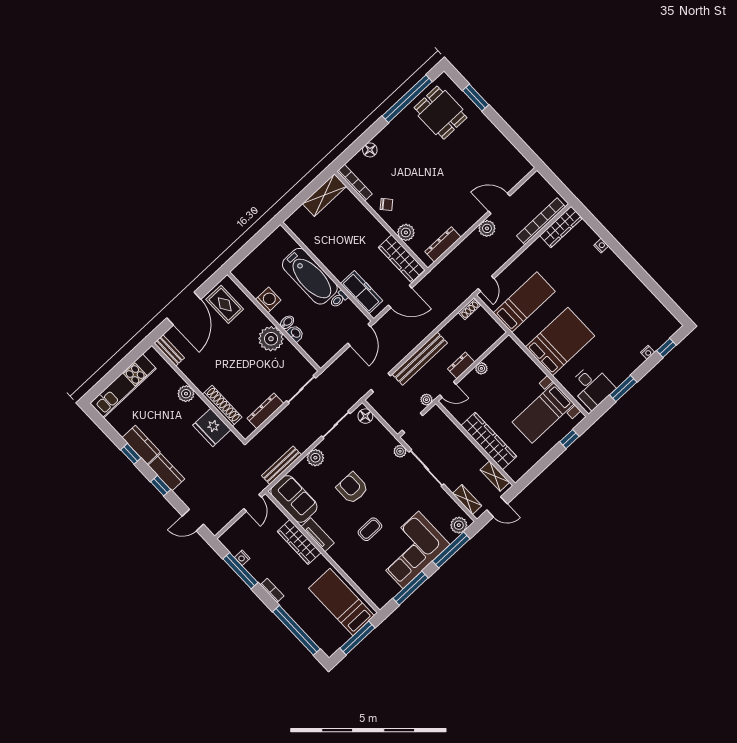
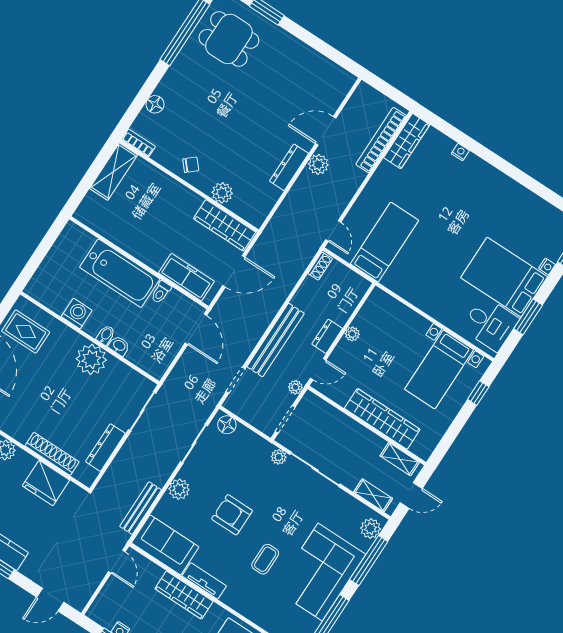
bookcase: (355, 183) -> (139, 143), width x0.64
dresser: (443, 244) -> (289, 167), moved
bed: (560, 342) -> (504, 277), moved, turned -90

